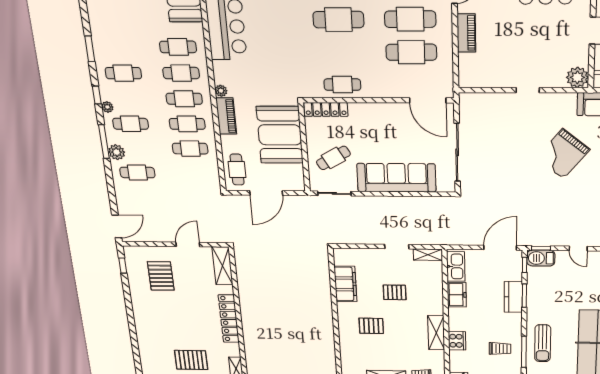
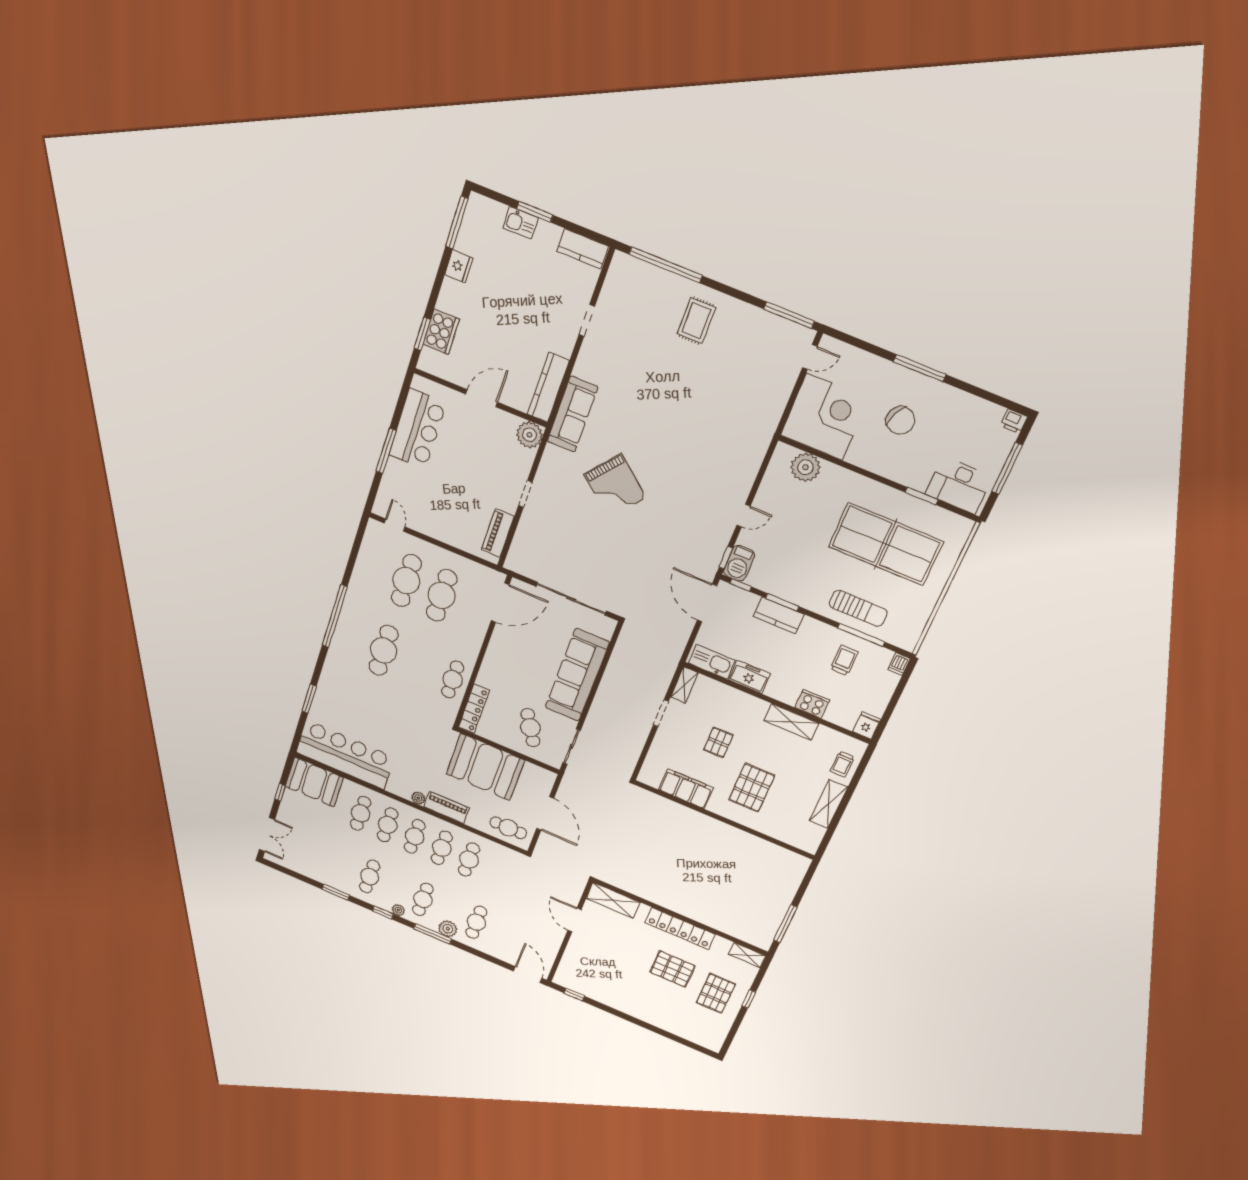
piano: (466, 33) -> (498, 533), moved, turned -90
pallet: (161, 276) -> (672, 969), moved
pallet: (371, 326) -> (752, 788), width x1.50, depth x1.42

